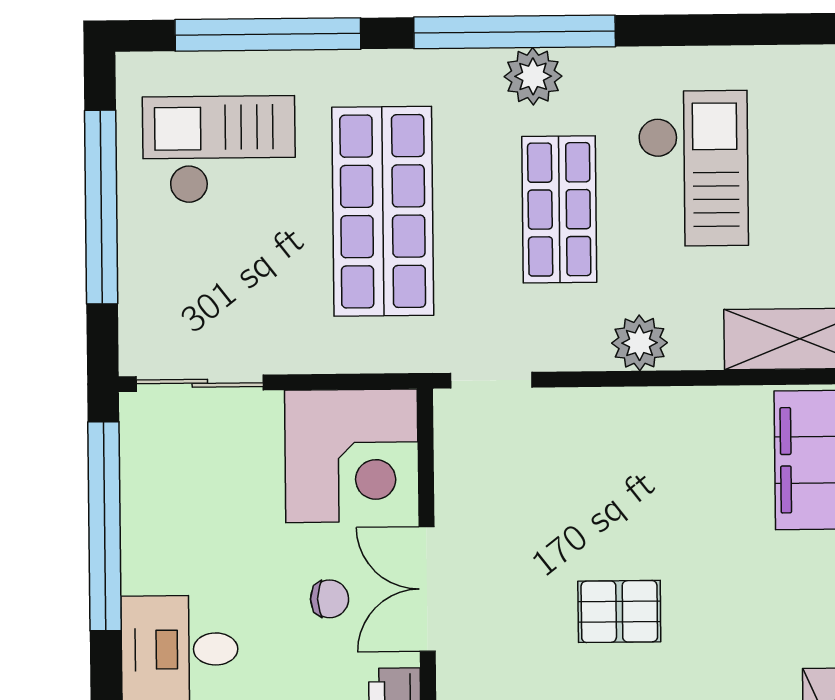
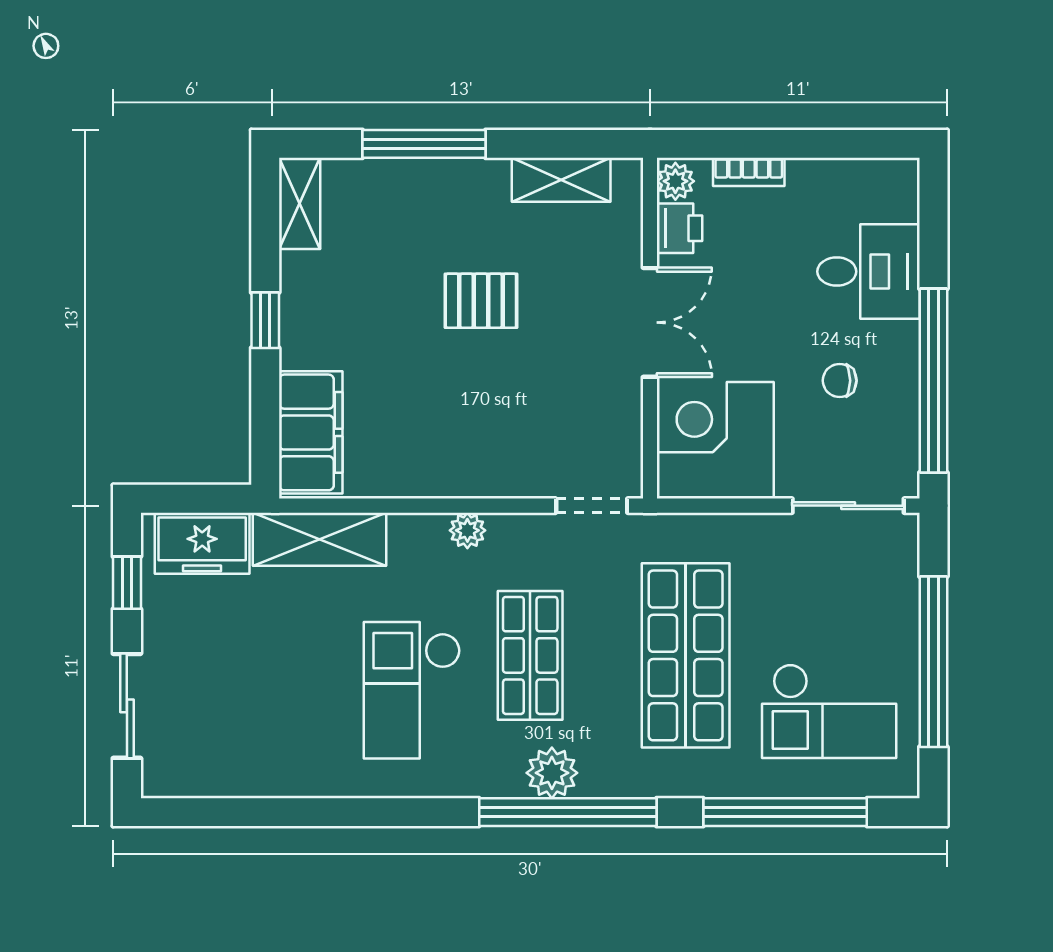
plant: (639, 343) -> (467, 530), width x0.73, depth x0.73
chair: (330, 599) -> (840, 381), moved

